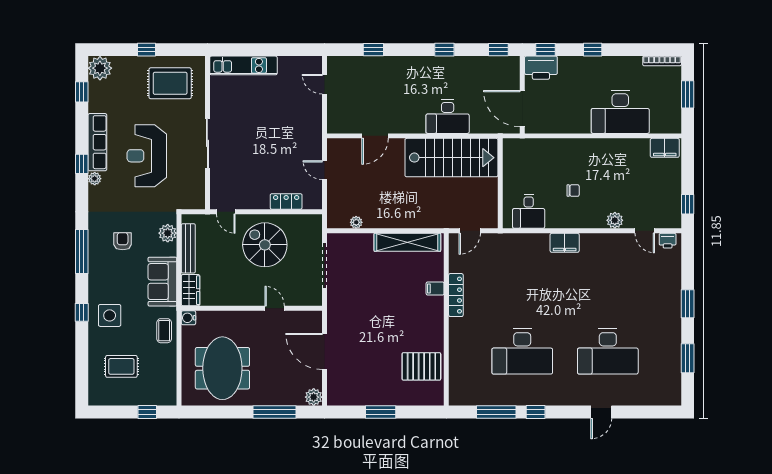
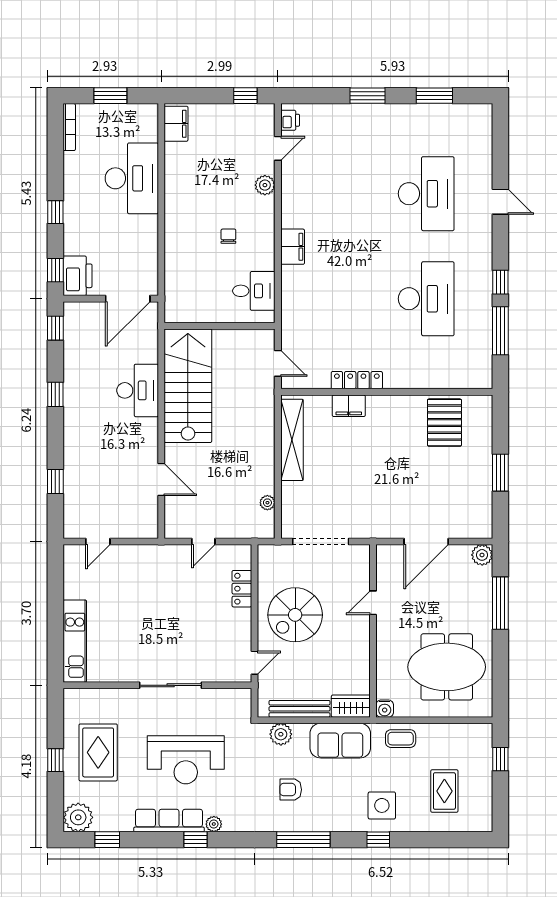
rug: (170, 83) -> (98, 752), moved
filing cabinet: (435, 289) -> (349, 406), width x2.00

